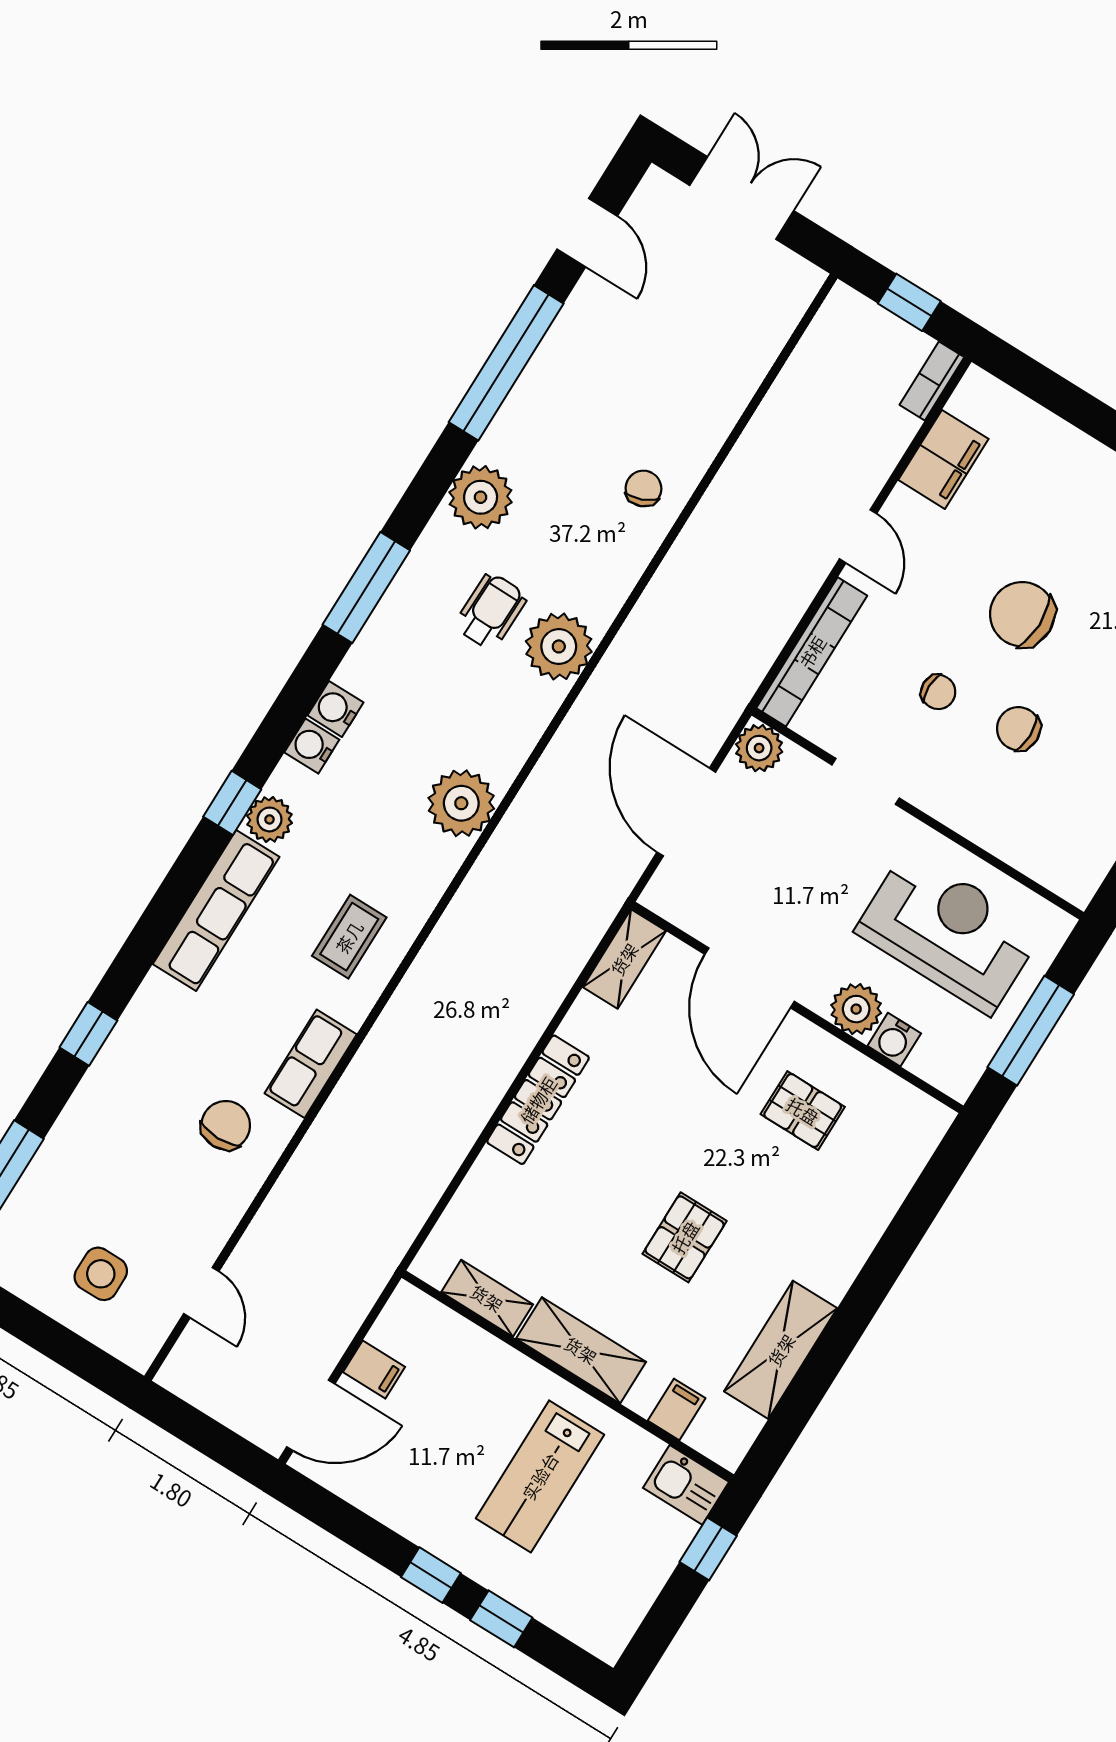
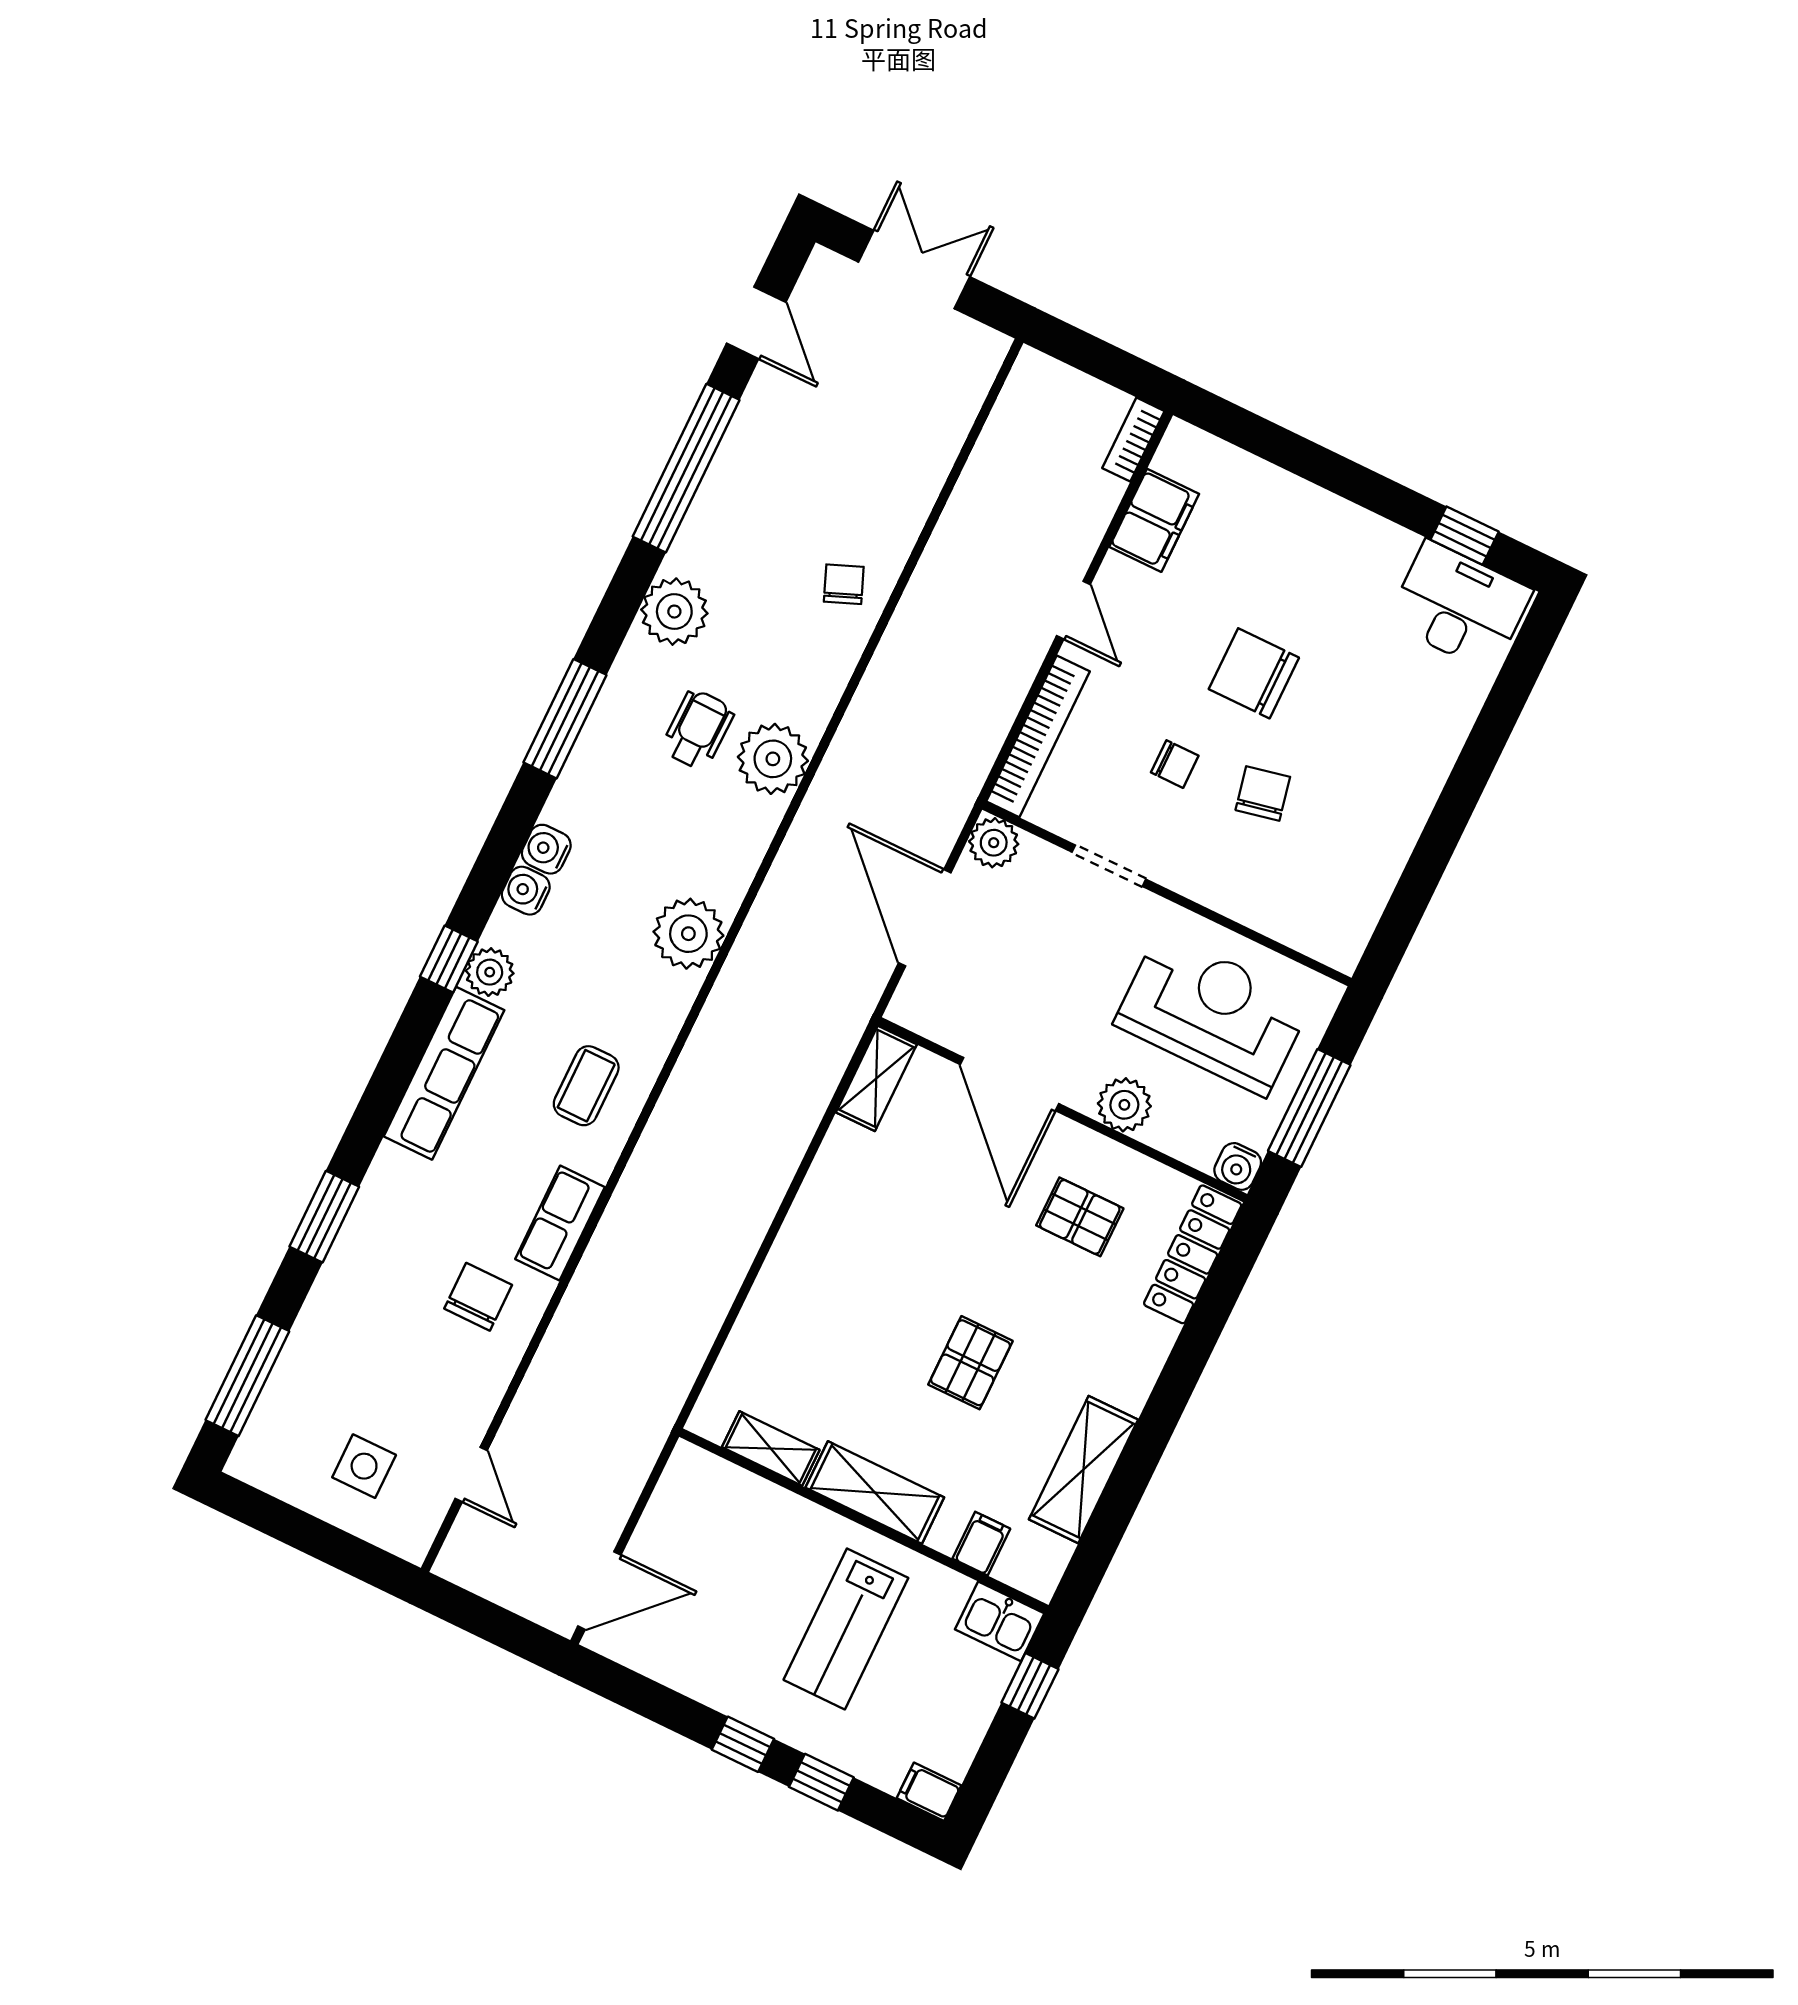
window: (909, 302) -> (1101, 360), removed
chair: (1019, 729) -> (1263, 793), turned 78
window: (88, 1034) -> (324, 1217), width x1.50
water cooler: (894, 1040) -> (1238, 1166), moved
locker: (538, 1100) -> (1193, 1254), moved, turned 180
filing cabinet: (374, 1370) -> (929, 1792), moved, turned 180

